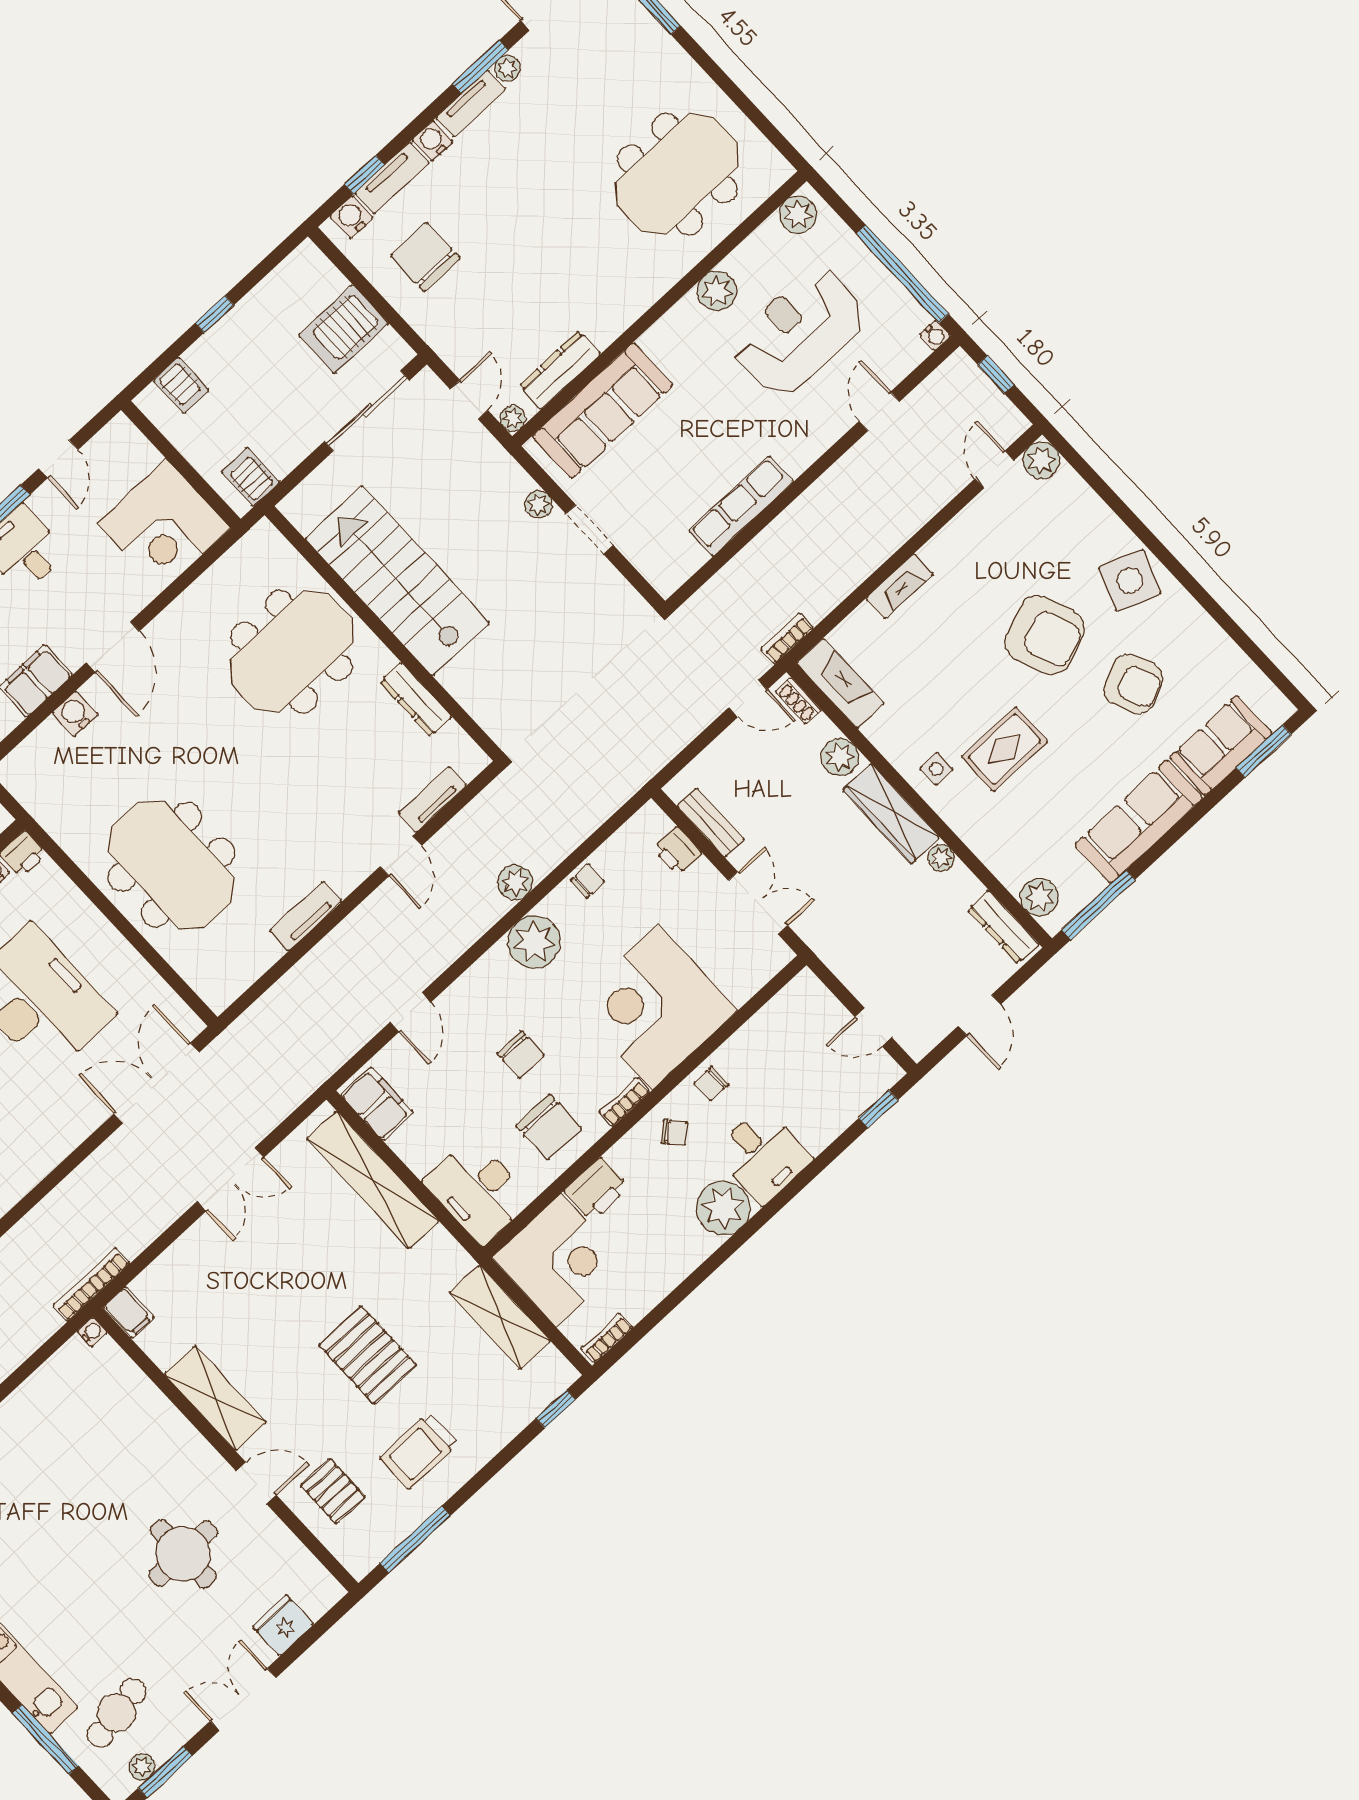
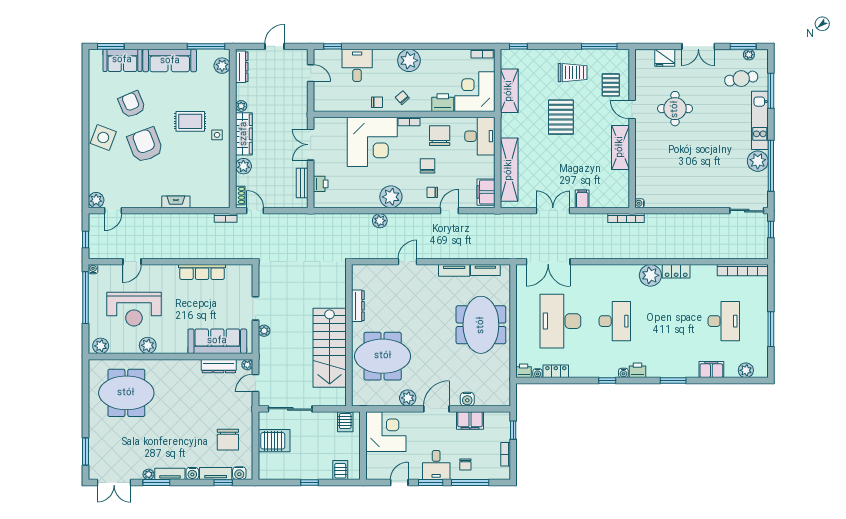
plant: (180, 620) -> (408, 398), added
fireplace: (840, 683) -> (222, 189), removed
tv unit: (432, 799) -> (485, 270), moved
chair: (588, 881) -> (432, 192), moved
desk: (763, 1155) -> (357, 65), moved
filing cabinet: (129, 1312) -> (582, 199), moved

